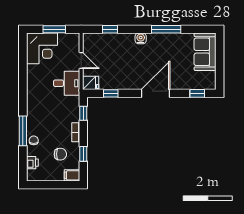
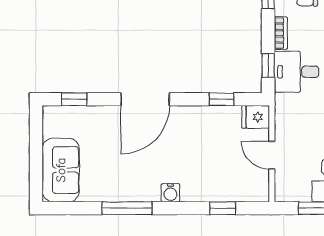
desk: (67, 83) -> (296, 72), moved

